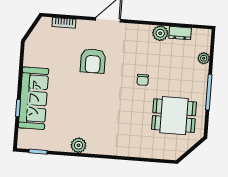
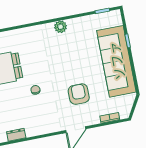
plant: (160, 33) -> (32, 130), removed
sofa: (33, 98) -> (116, 61), width x1.36, depth x1.27
plant: (79, 145) -> (61, 27), moved

